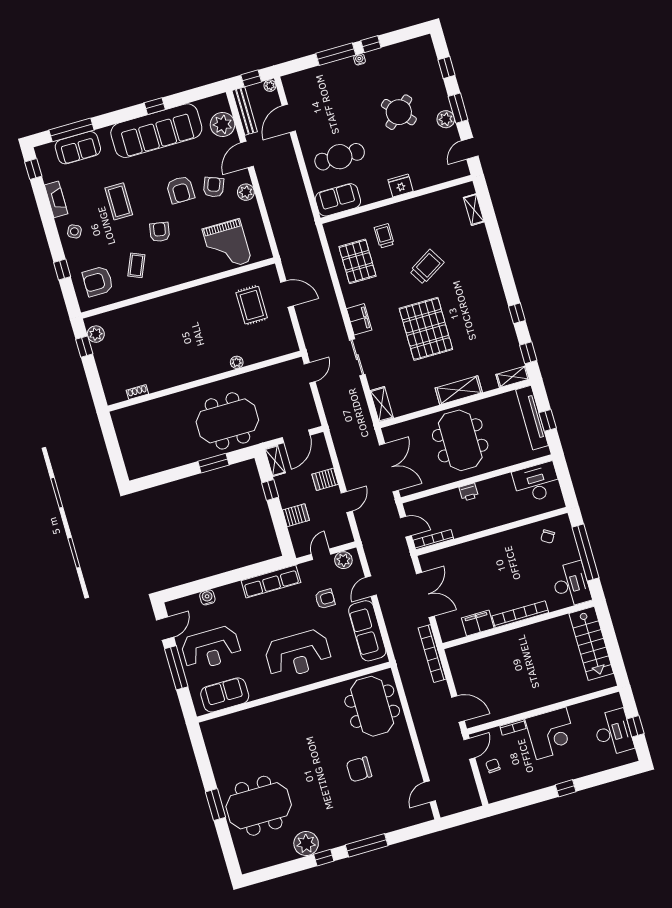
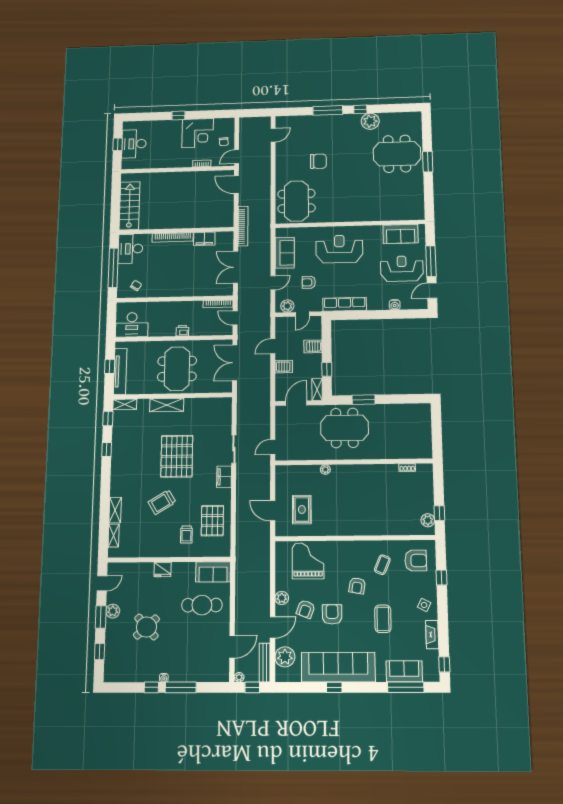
shelving: (382, 404) -> (115, 510), moved
sofa: (367, 631) -> (285, 253), width x0.73
corner desk: (551, 733) -> (198, 133), moved, turned 180

